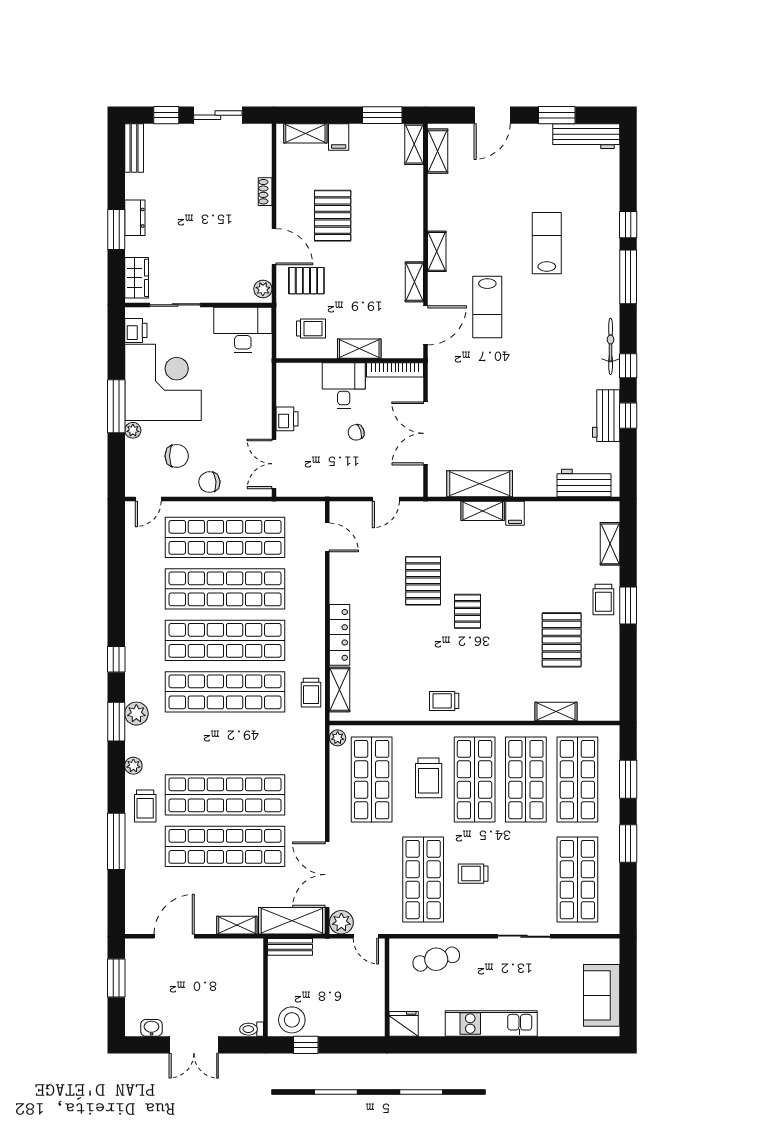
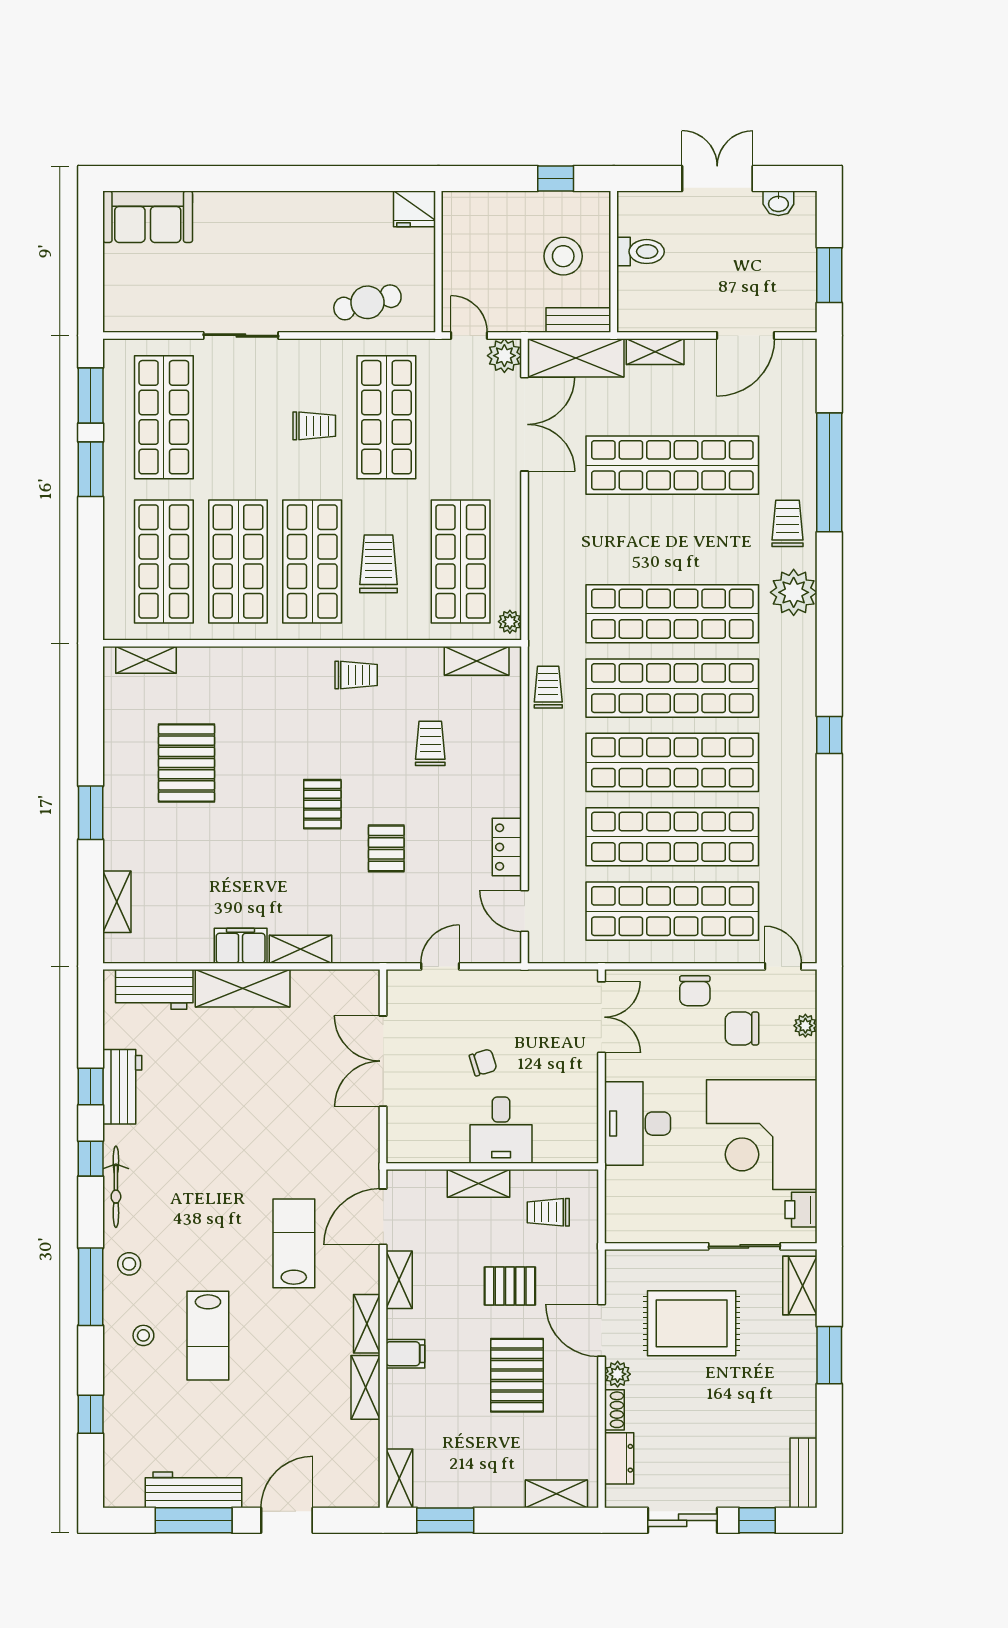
window: (557, 115) -> (194, 1520), width x1.44
workbench: (586, 136) -> (194, 1490), moved
filing cabinet: (339, 137) -> (405, 1354), moved, turned 90
shelving: (438, 151) -> (366, 1387), moved
dresser: (135, 218) -> (619, 1458), moved, turned 180
window: (628, 225) -> (91, 1414), moved
stool: (592, 243) -> (143, 1335), added
rug: (212, 252) -> (692, 1323), added
pallet: (306, 281) -> (510, 1286), moved
plant: (263, 289) -> (618, 1374), moved
stool: (601, 293) -> (129, 1264), added
desk: (243, 330) -> (638, 1124), moved, turned 90
bookcase: (395, 370) -> (427, 1153), removed
window: (116, 406) -> (829, 1100), removed
printer: (287, 419) -> (583, 1082), removed
plant: (133, 430) -> (805, 1026), moved
double door: (425, 433) -> (383, 1061), swing flipped
chair: (209, 482) -> (695, 991), turned 95
shelving: (480, 484) -> (243, 988), moved
door: (148, 499) -> (783, 966), hinge flipped
filing cabinet: (515, 513) -> (241, 946), width x2.00
pallet: (423, 581) -> (386, 848), width x0.67, depth x0.71
trolley: (603, 600) -> (430, 743), moved
locker: (340, 635) -> (507, 847), moved, width x0.66
shelving: (340, 689) -> (477, 661), moved, turned 90
shelving: (556, 711) -> (146, 660), moved
plant: (136, 714) -> (800, 657), removed
window: (116, 722) -> (829, 645), removed
plant: (133, 766) -> (794, 592), width x1.87, depth x1.87
window: (628, 779) -> (91, 396), moved
shop shelf: (225, 795) -> (672, 614), moved
window: (116, 841) -> (829, 472), width x1.46
sofa: (602, 995) -> (148, 217), moved, turned 90
stool: (292, 1020) -> (563, 256), moved
kitchen unit: (491, 1024) -> (288, 209), removed
toilet: (252, 1029) -> (641, 252), moved, width x1.37, depth x1.39

